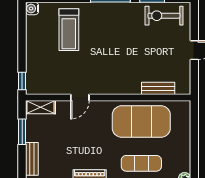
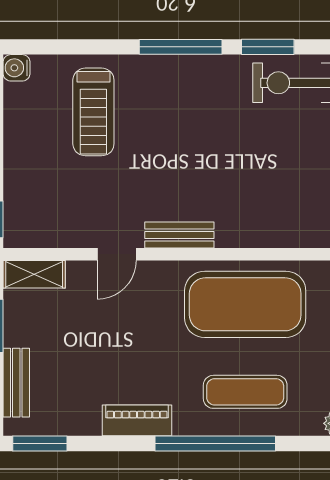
bench: (158, 88) -> (179, 235), moved

